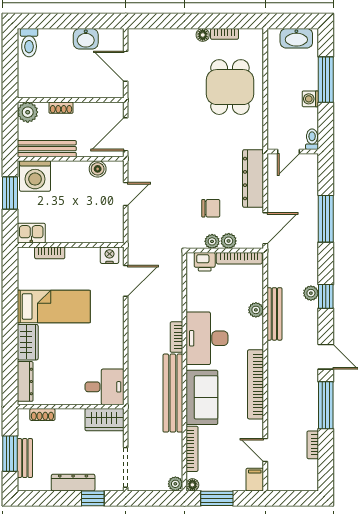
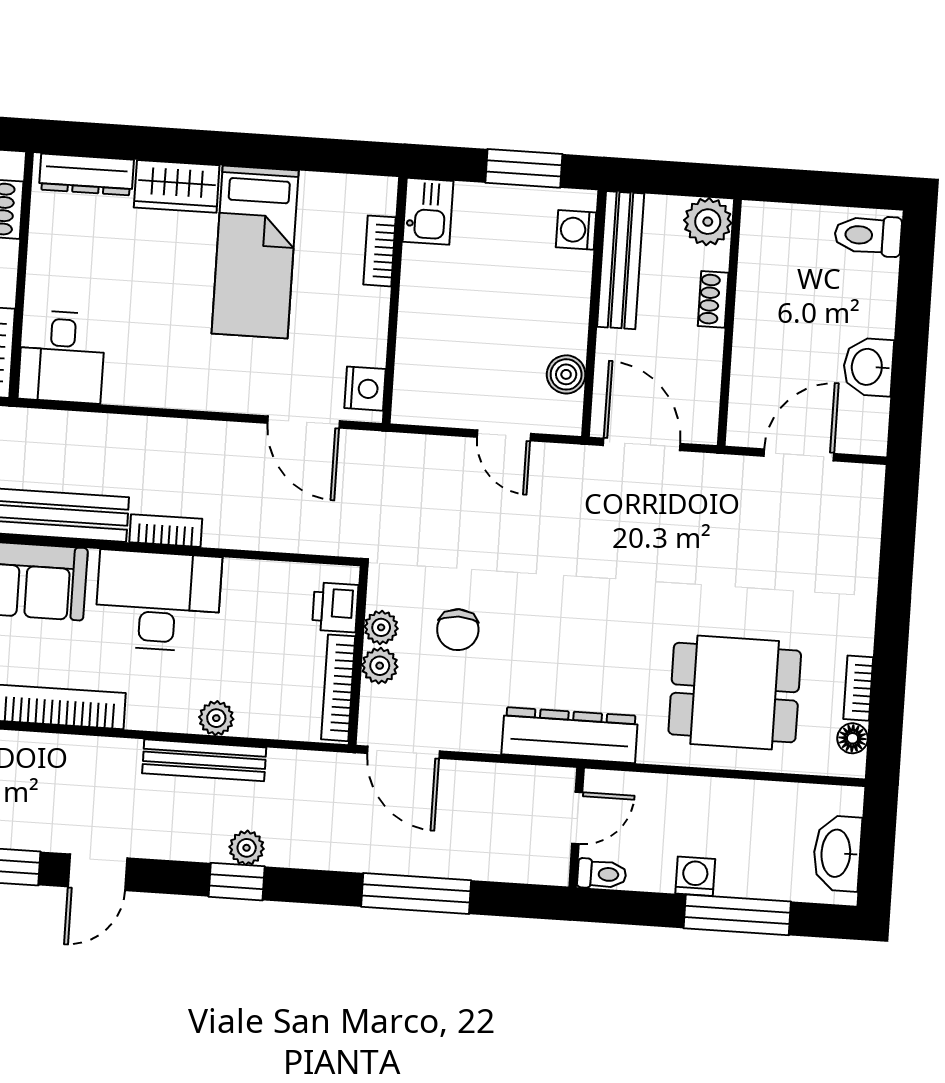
floor lamp: (203, 35) -> (853, 738), moved
door: (289, 151) -> (577, 818), swing flipped
washing machine: (35, 176) -> (576, 230), width x0.53, depth x0.53
dresser: (253, 179) -> (570, 735), moved

